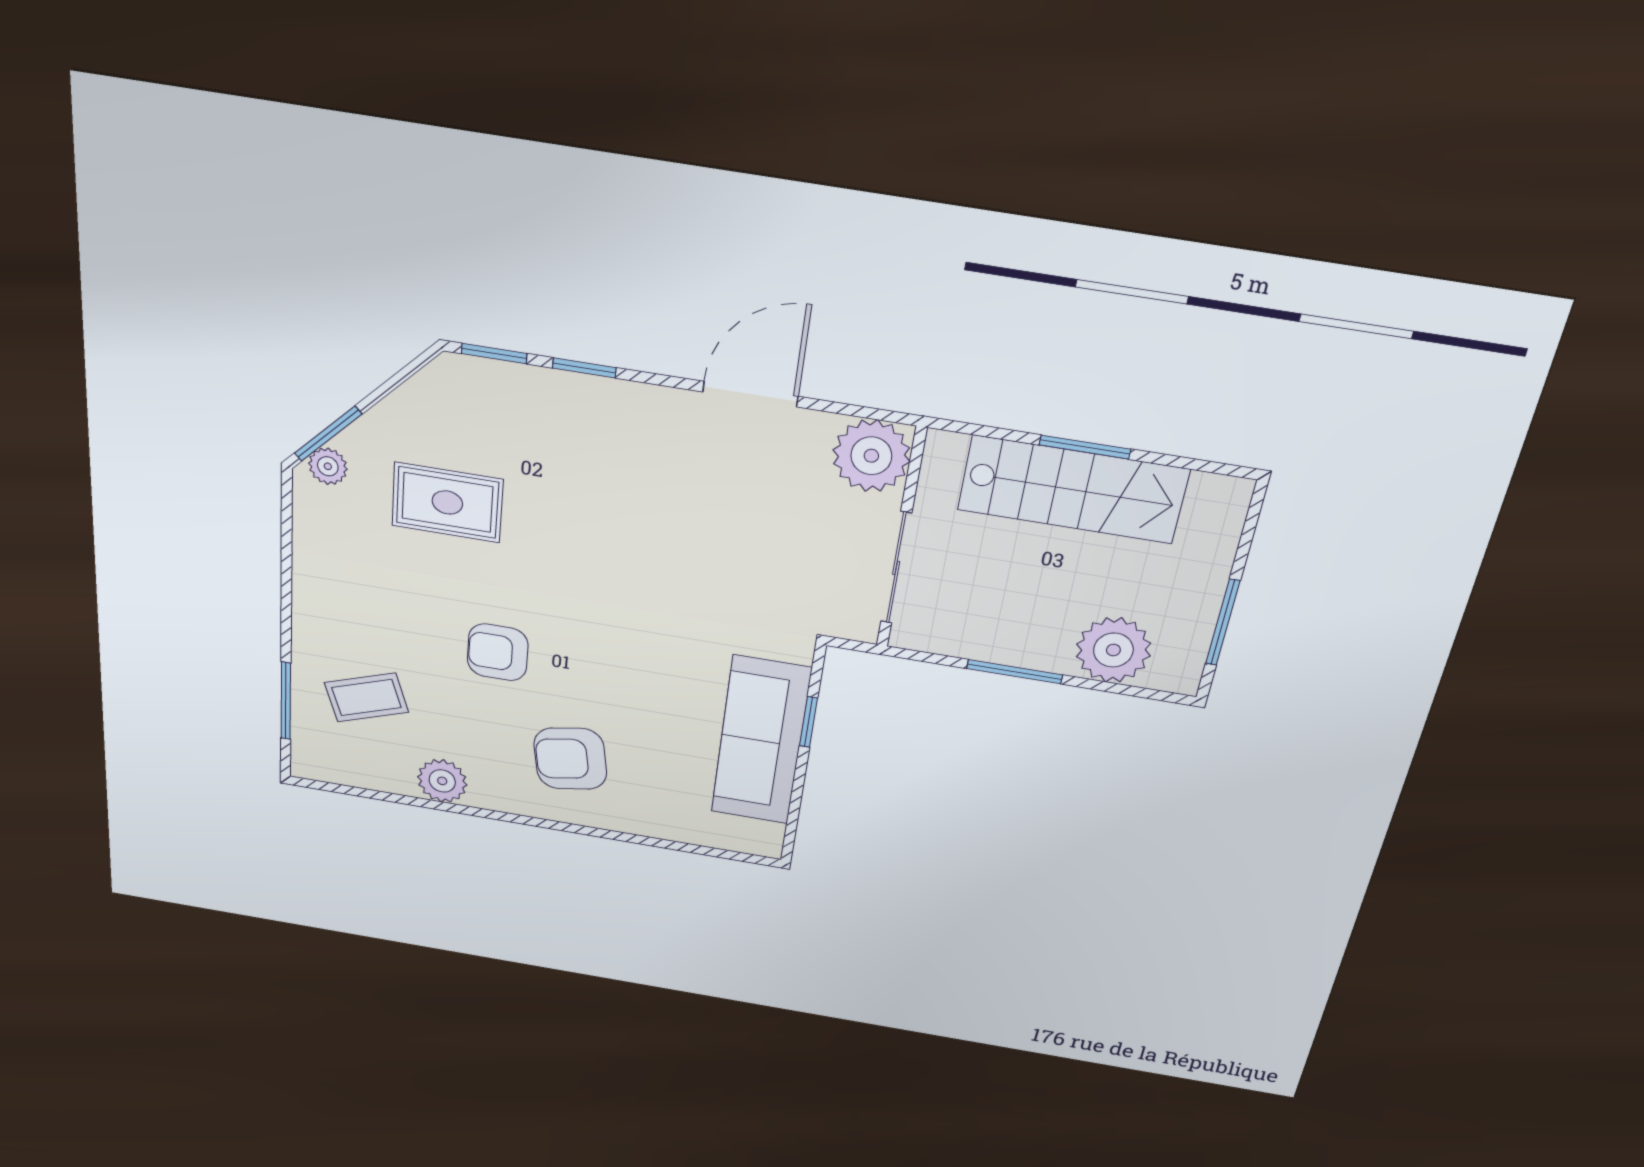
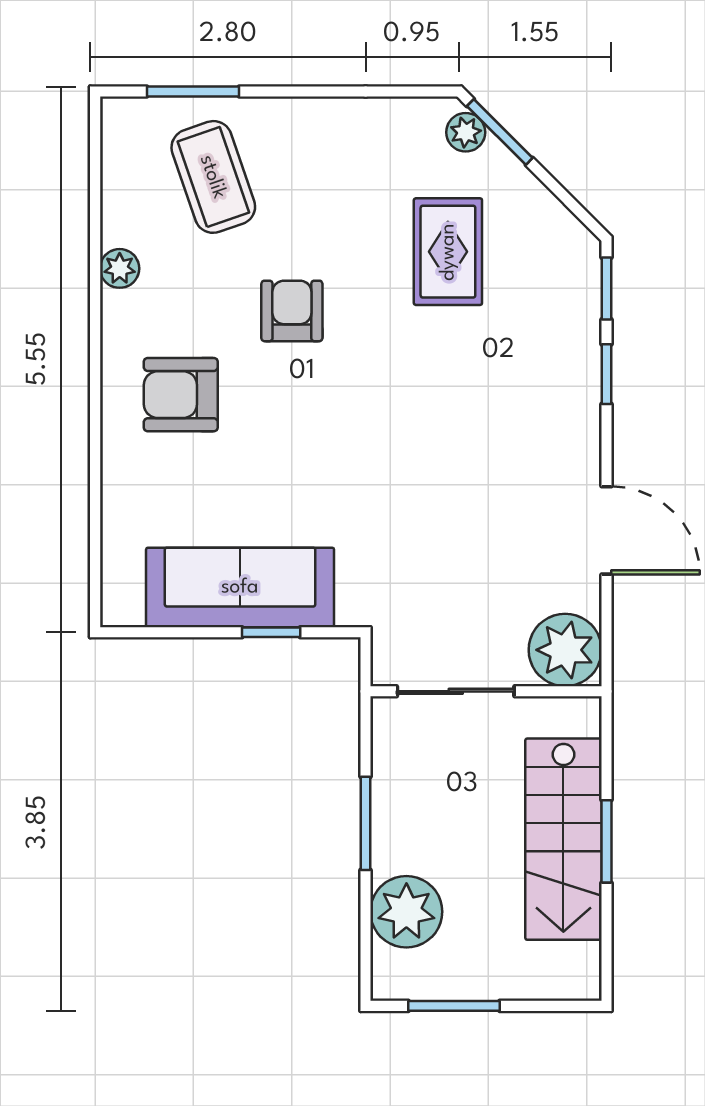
coffee table: (366, 697) -> (213, 177), width x1.36, depth x1.30
armchair: (570, 759) -> (181, 395), turned -80
plant: (442, 781) -> (120, 268), width x0.73, depth x0.73

